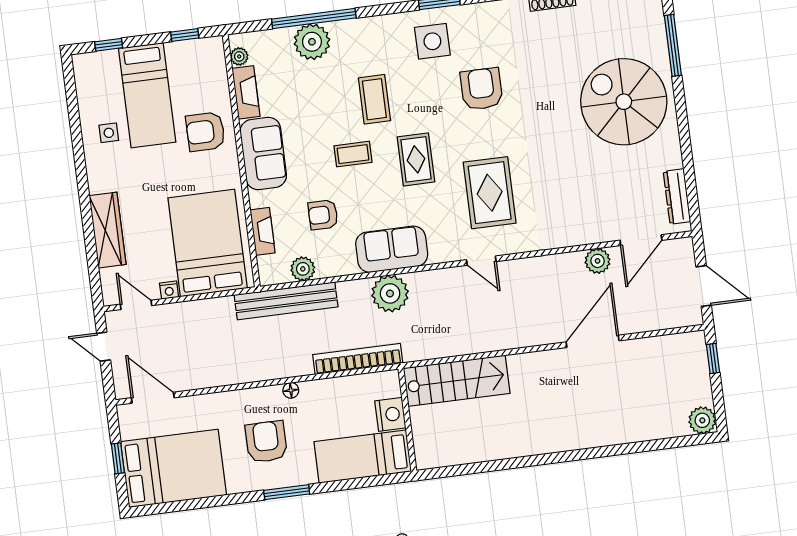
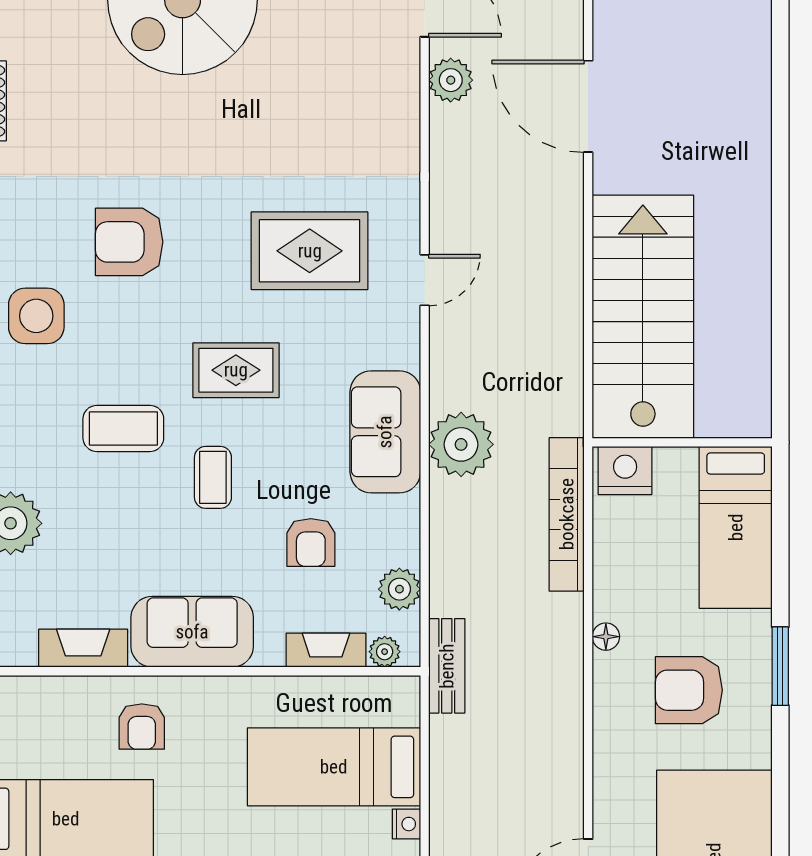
plant: (239, 56) -> (385, 652), moved
armchair: (205, 132) -> (142, 726), width x0.72, depth x0.72
bed: (208, 243) -> (334, 767), width x0.67
bench: (286, 301) -> (447, 666), width x0.54, depth x0.82
stairs: (457, 381) -> (643, 317), width x1.36, depth x1.51
nightstand: (390, 414) -> (625, 471), moved

